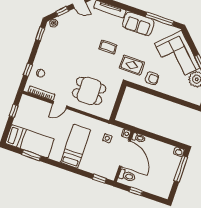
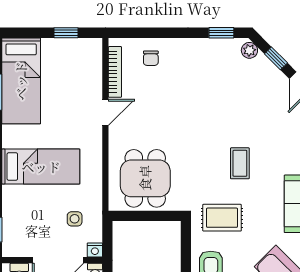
rug: (132, 65) -> (222, 218), turned 90
window: (28, 70) -> (149, 33), removed
dining table: (89, 91) -> (145, 178), moved
door: (60, 105) -> (105, 112), swing flipped

